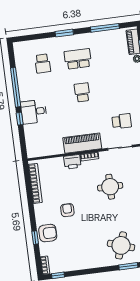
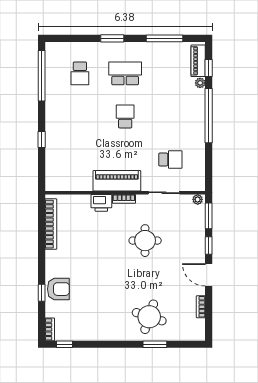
window: (16, 87) -> (42, 76), moved
desk: (34, 112) -> (61, 133), removed
armchair: (67, 210) -> (87, 263), removed

